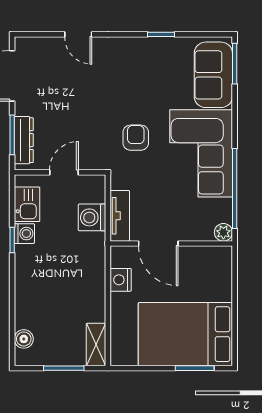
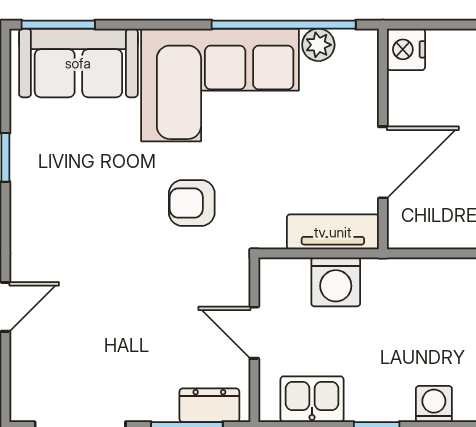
dresser: (24, 140) -> (209, 405), width x0.70
plant: (223, 232) -> (318, 45), moved
washing machine: (24, 234) -> (434, 404), moved
nightstand: (121, 280) -> (406, 49), moved, turned 90

